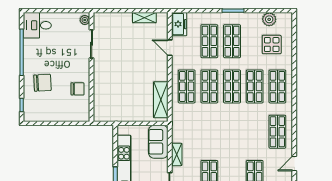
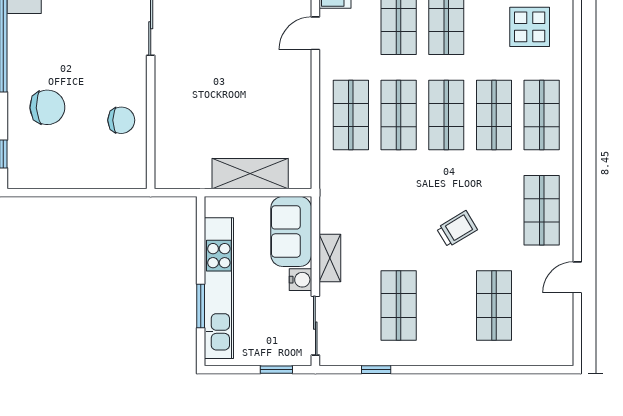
door: (170, 48) -> (315, 33), hinge flipped
shelving: (161, 100) -> (250, 174), moved, turned 90
trolley: (237, 141) -> (457, 229), added
water cooler: (163, 165) -> (301, 280), added

